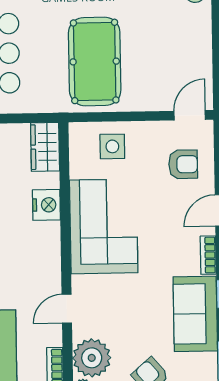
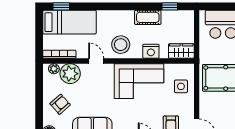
stool: (35, 263) -> (121, 45), added

